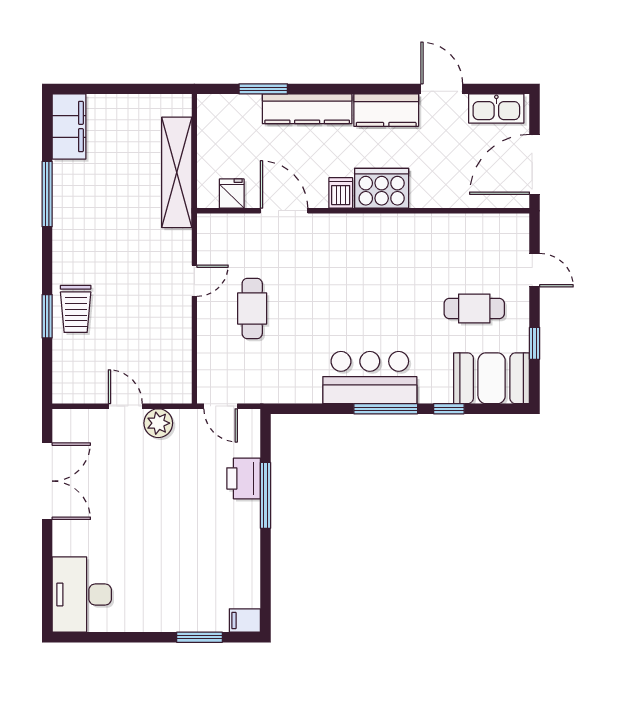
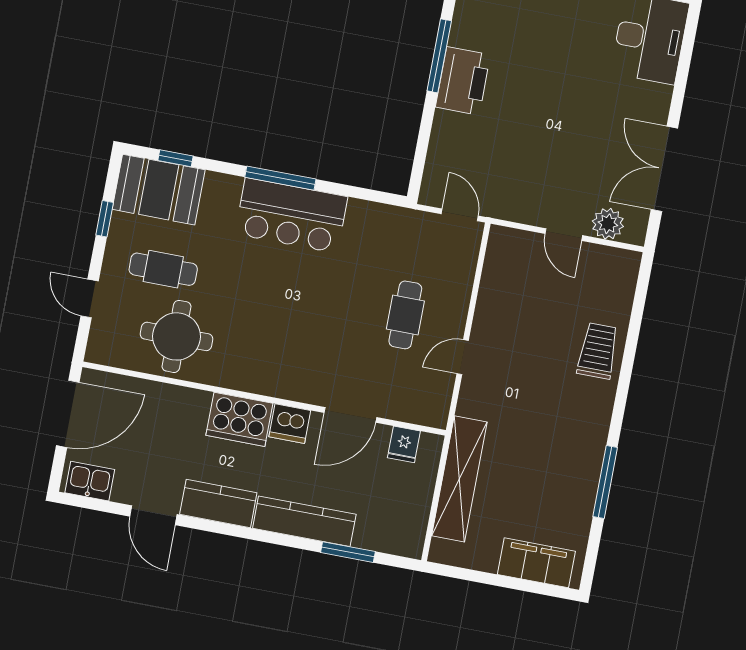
kitchen sink: (496, 109) -> (90, 481), width x0.73
filing cabinet: (69, 127) -> (536, 563), moved, turned 90
dishwasher: (341, 193) -> (290, 424), width x1.38
door: (284, 211) -> (350, 415), hinge flipped
round table: (451, 251) -> (177, 336), added
window: (47, 316) -> (630, 349), removed
window: (449, 409) -> (175, 158), moved
plant: (158, 423) -> (608, 224), moved
printer: (244, 478) -> (463, 81), moved, width x1.37, depth x1.19
window: (265, 495) -> (439, 56), moved

